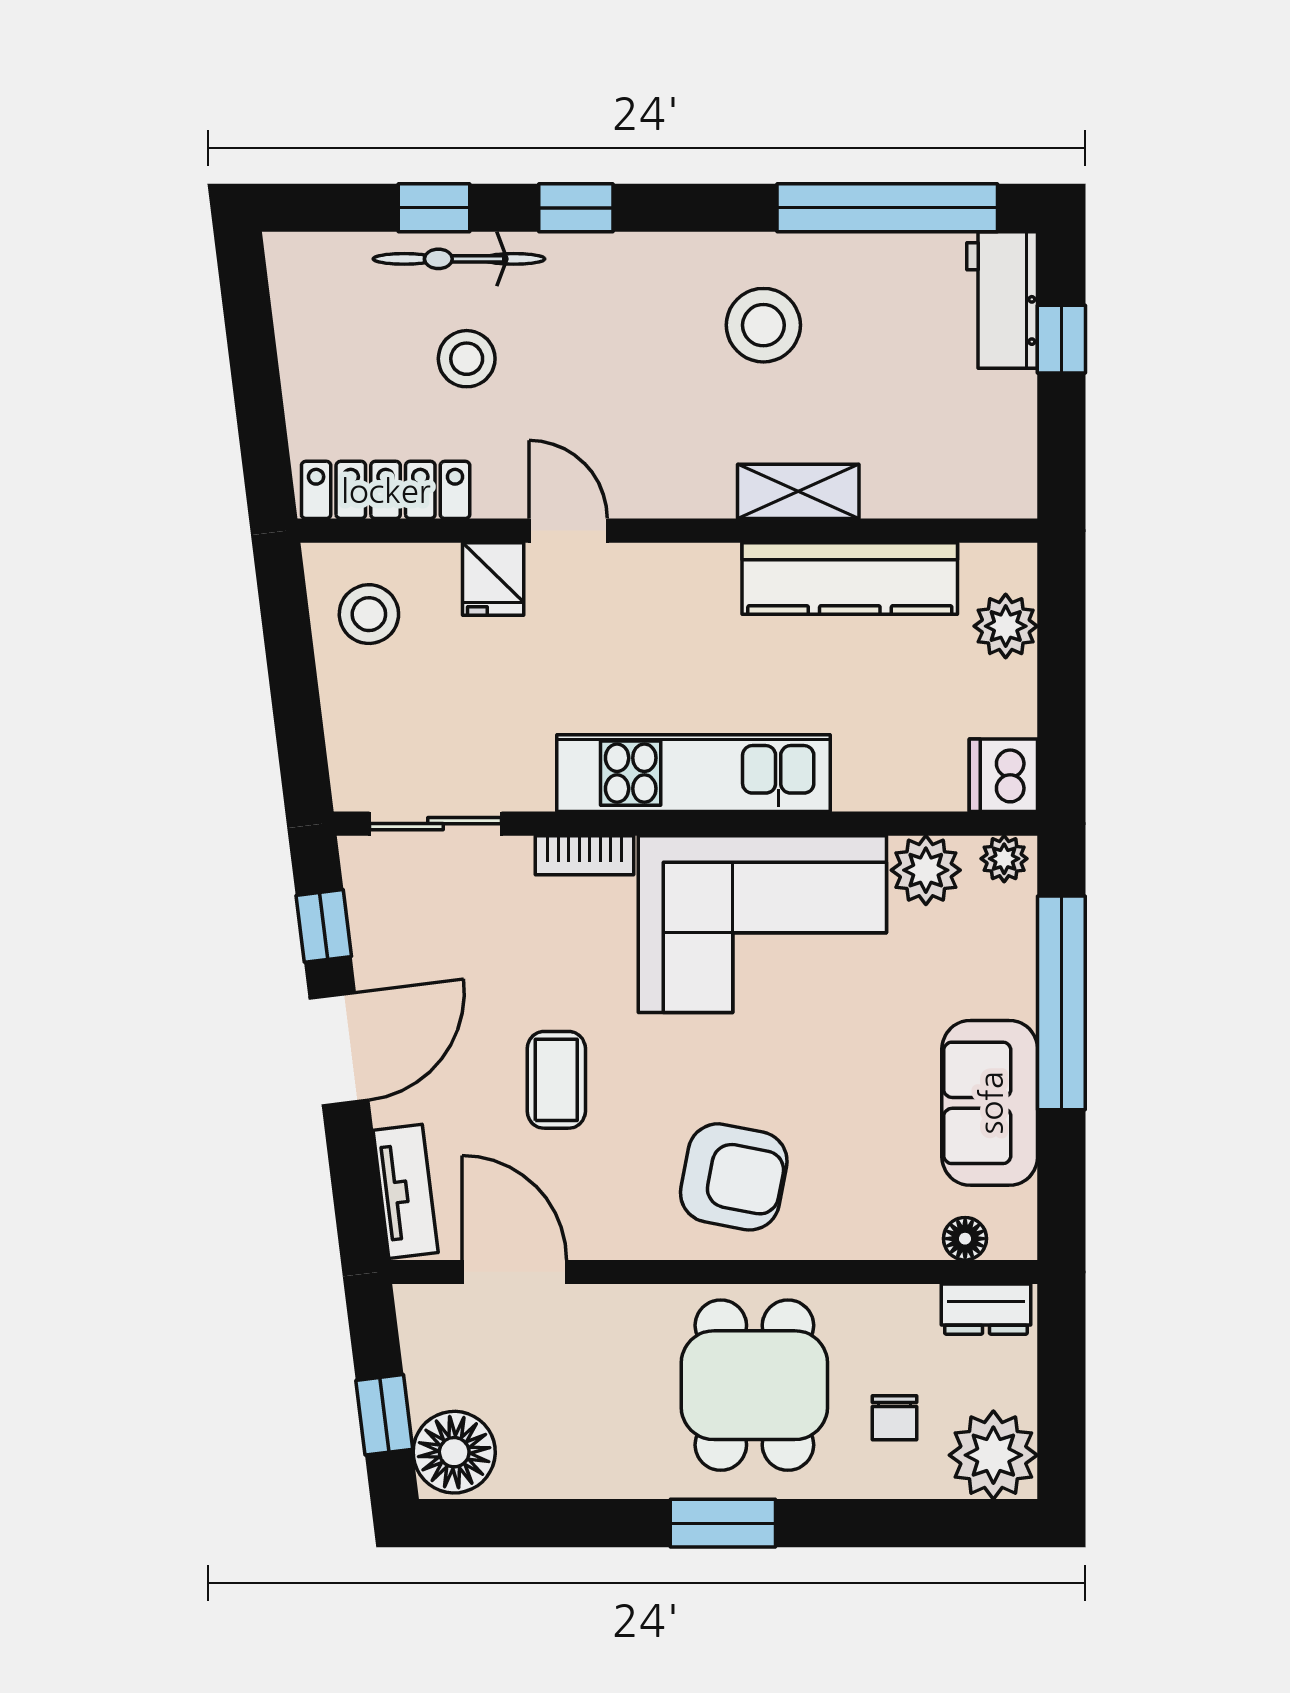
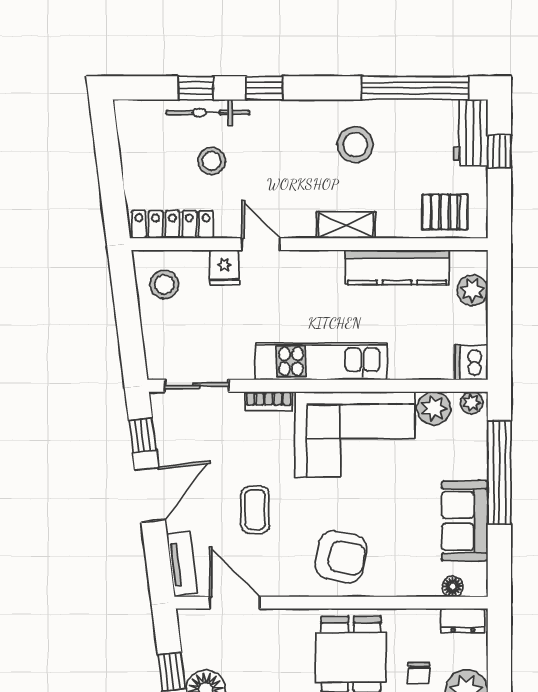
pallet: (948, 464) -> (445, 212), added
shelving: (798, 491) -> (346, 225), moved

